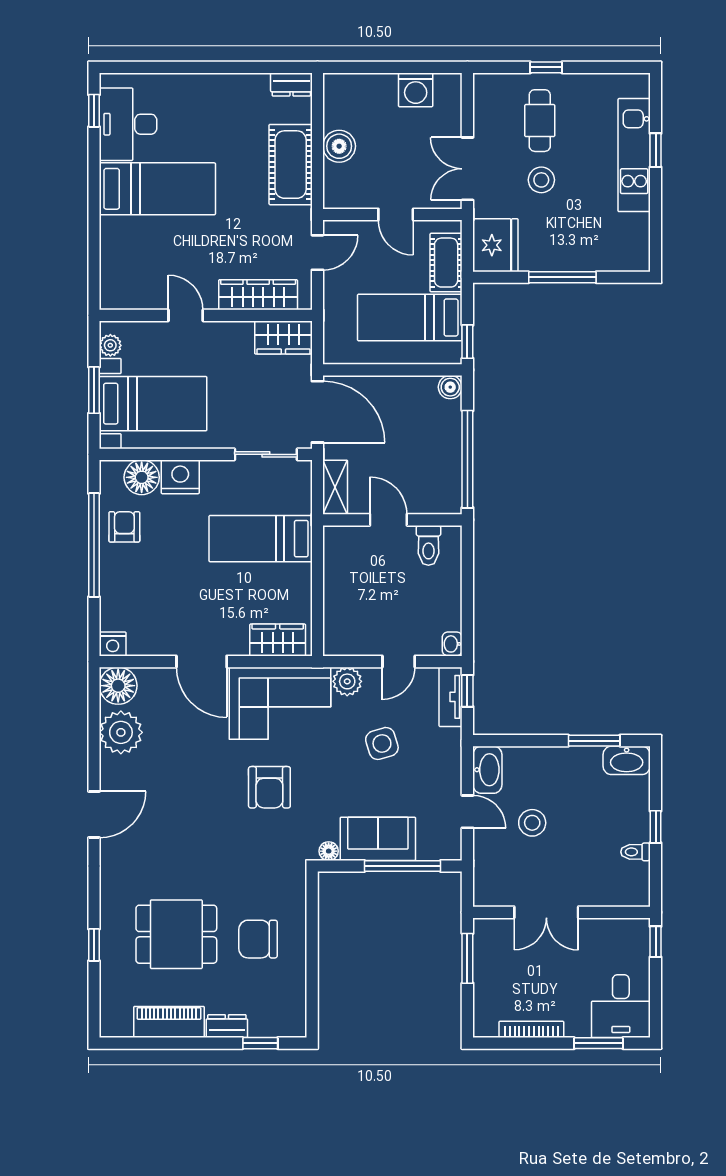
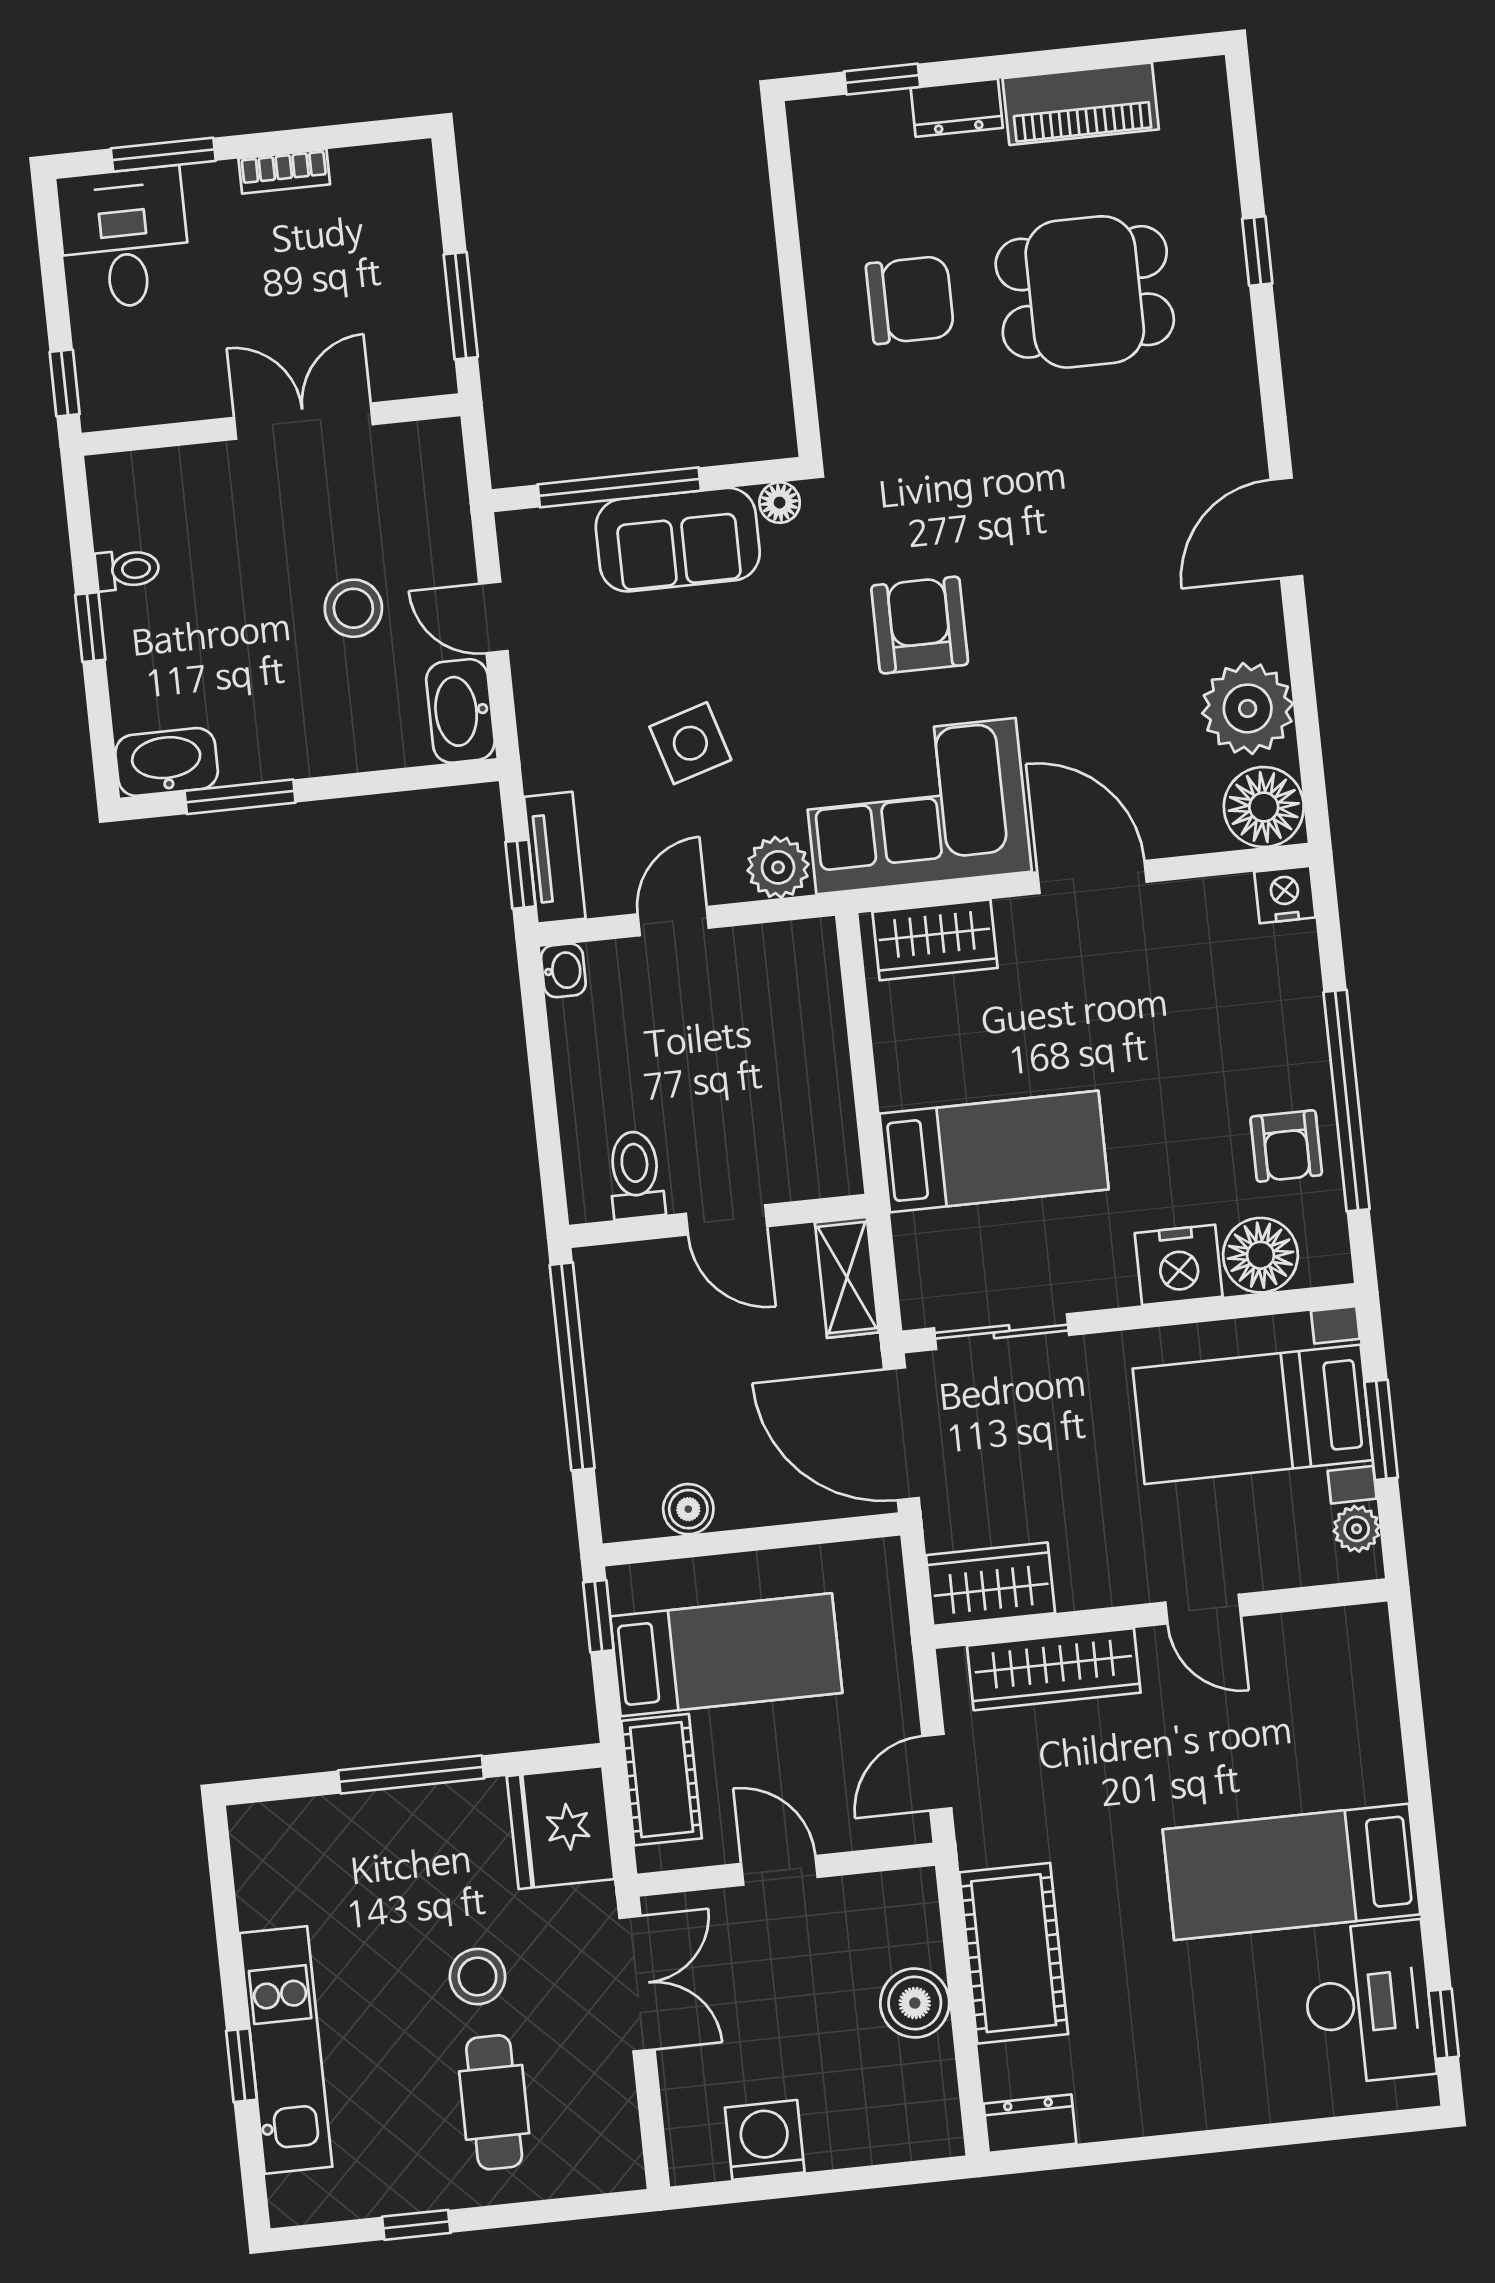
window: (546, 67) -> (416, 2225), moved
boiler: (450, 387) -> (688, 1509), moved
bookcase: (531, 1029) -> (284, 171), width x0.64

